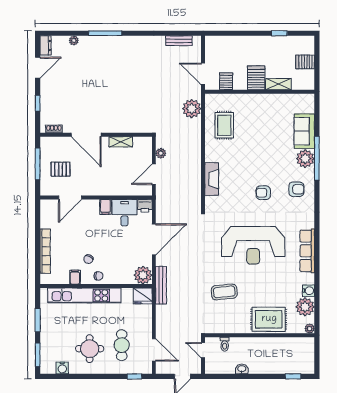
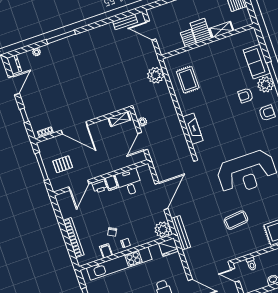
door: (203, 74) -> (151, 31), moved
server rack: (226, 81) -> (188, 38), moved
shelving: (121, 142) -> (119, 119), moved
armchair: (263, 193) -> (246, 95), moved
printer: (145, 206) -> (99, 186), moved

